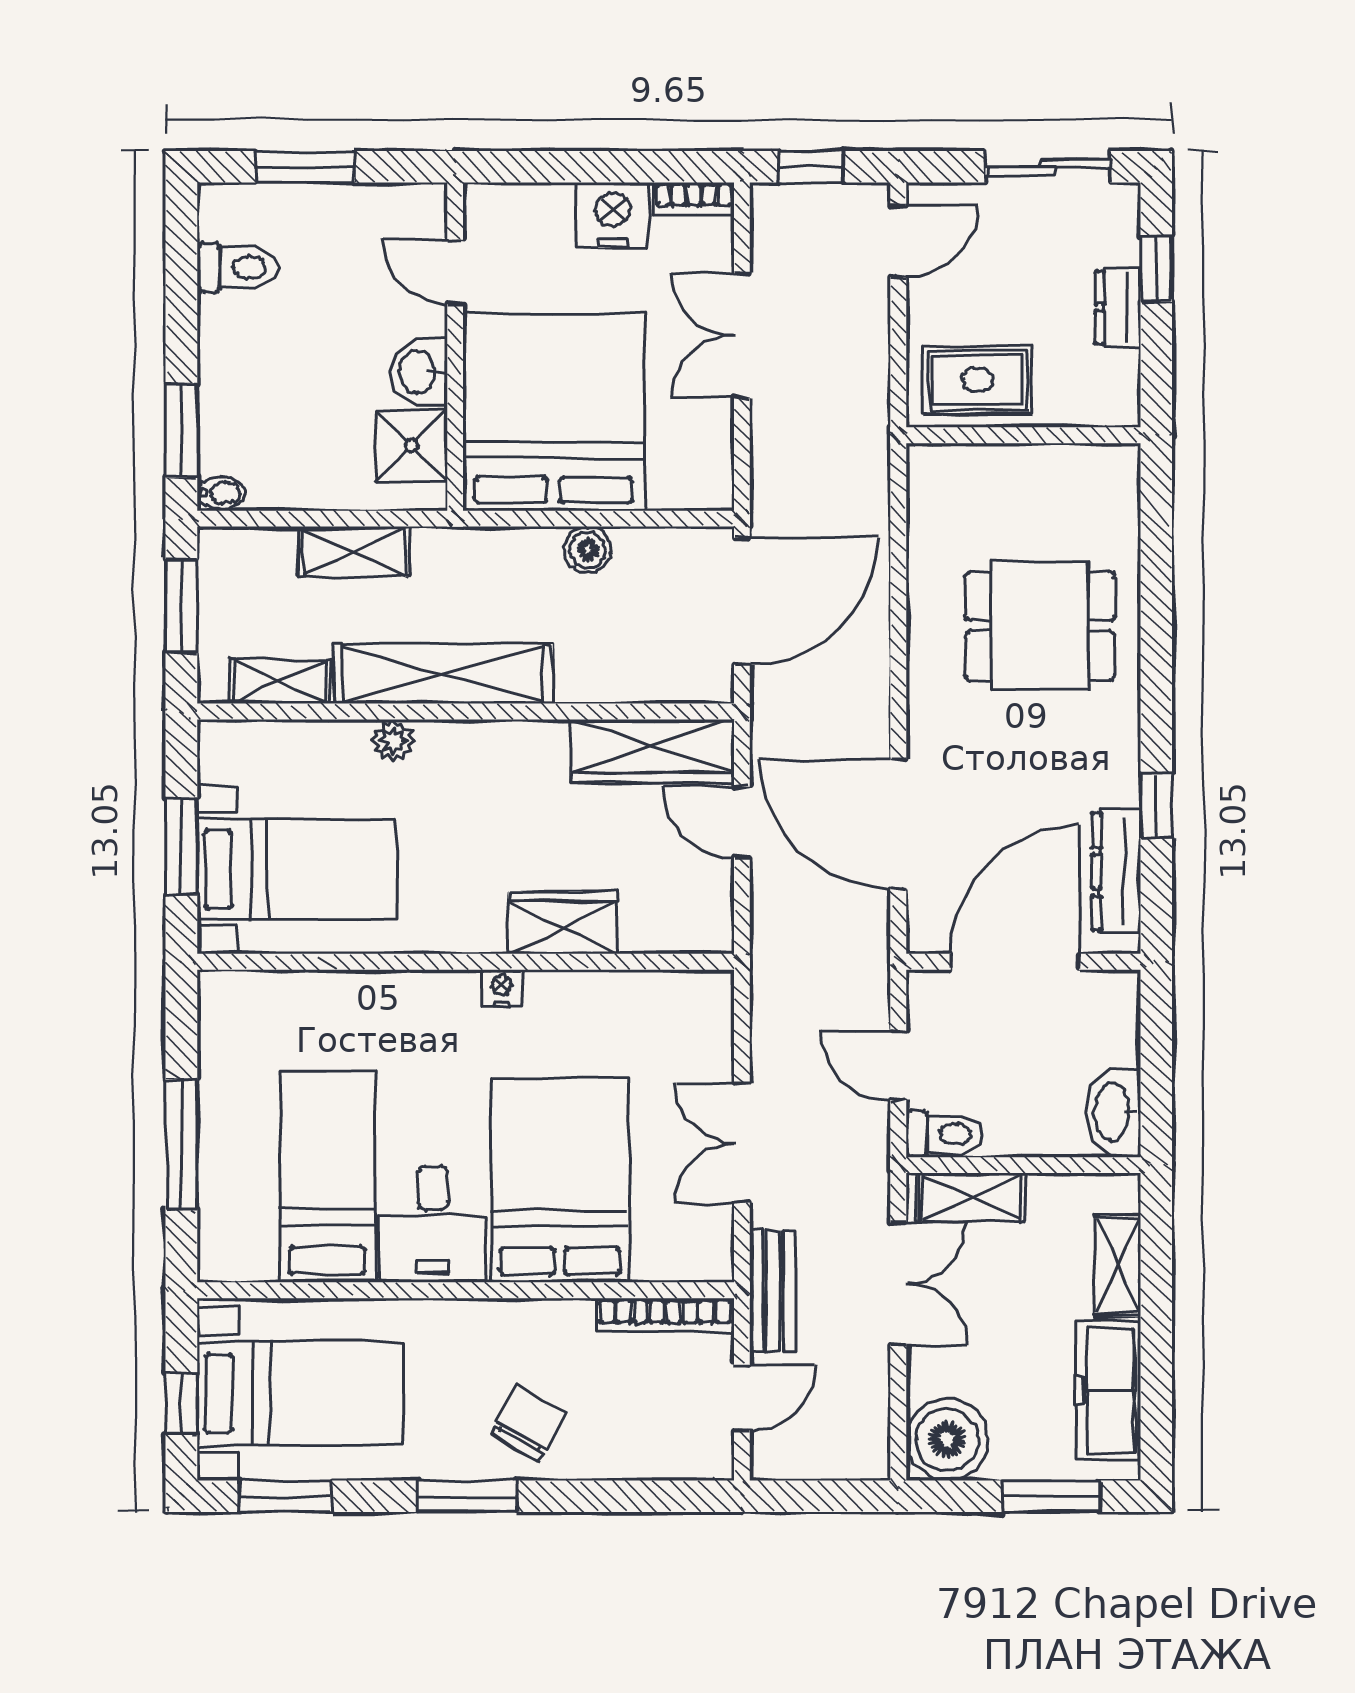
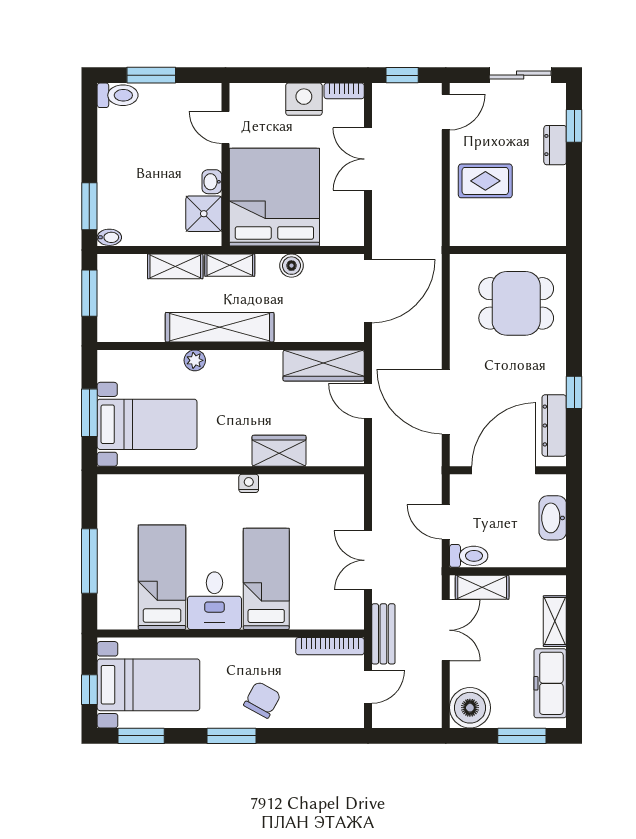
toilet: (238, 268) -> (118, 95), moved
washbasin: (419, 372) -> (212, 182), width x0.72, depth x0.69
wall: (1023, 435) -> (508, 250), moved
shelving: (280, 681) -> (230, 265), moved
washbasin: (1113, 1113) -> (553, 518), moved
bed: (560, 1180) -> (266, 579), width x0.67

